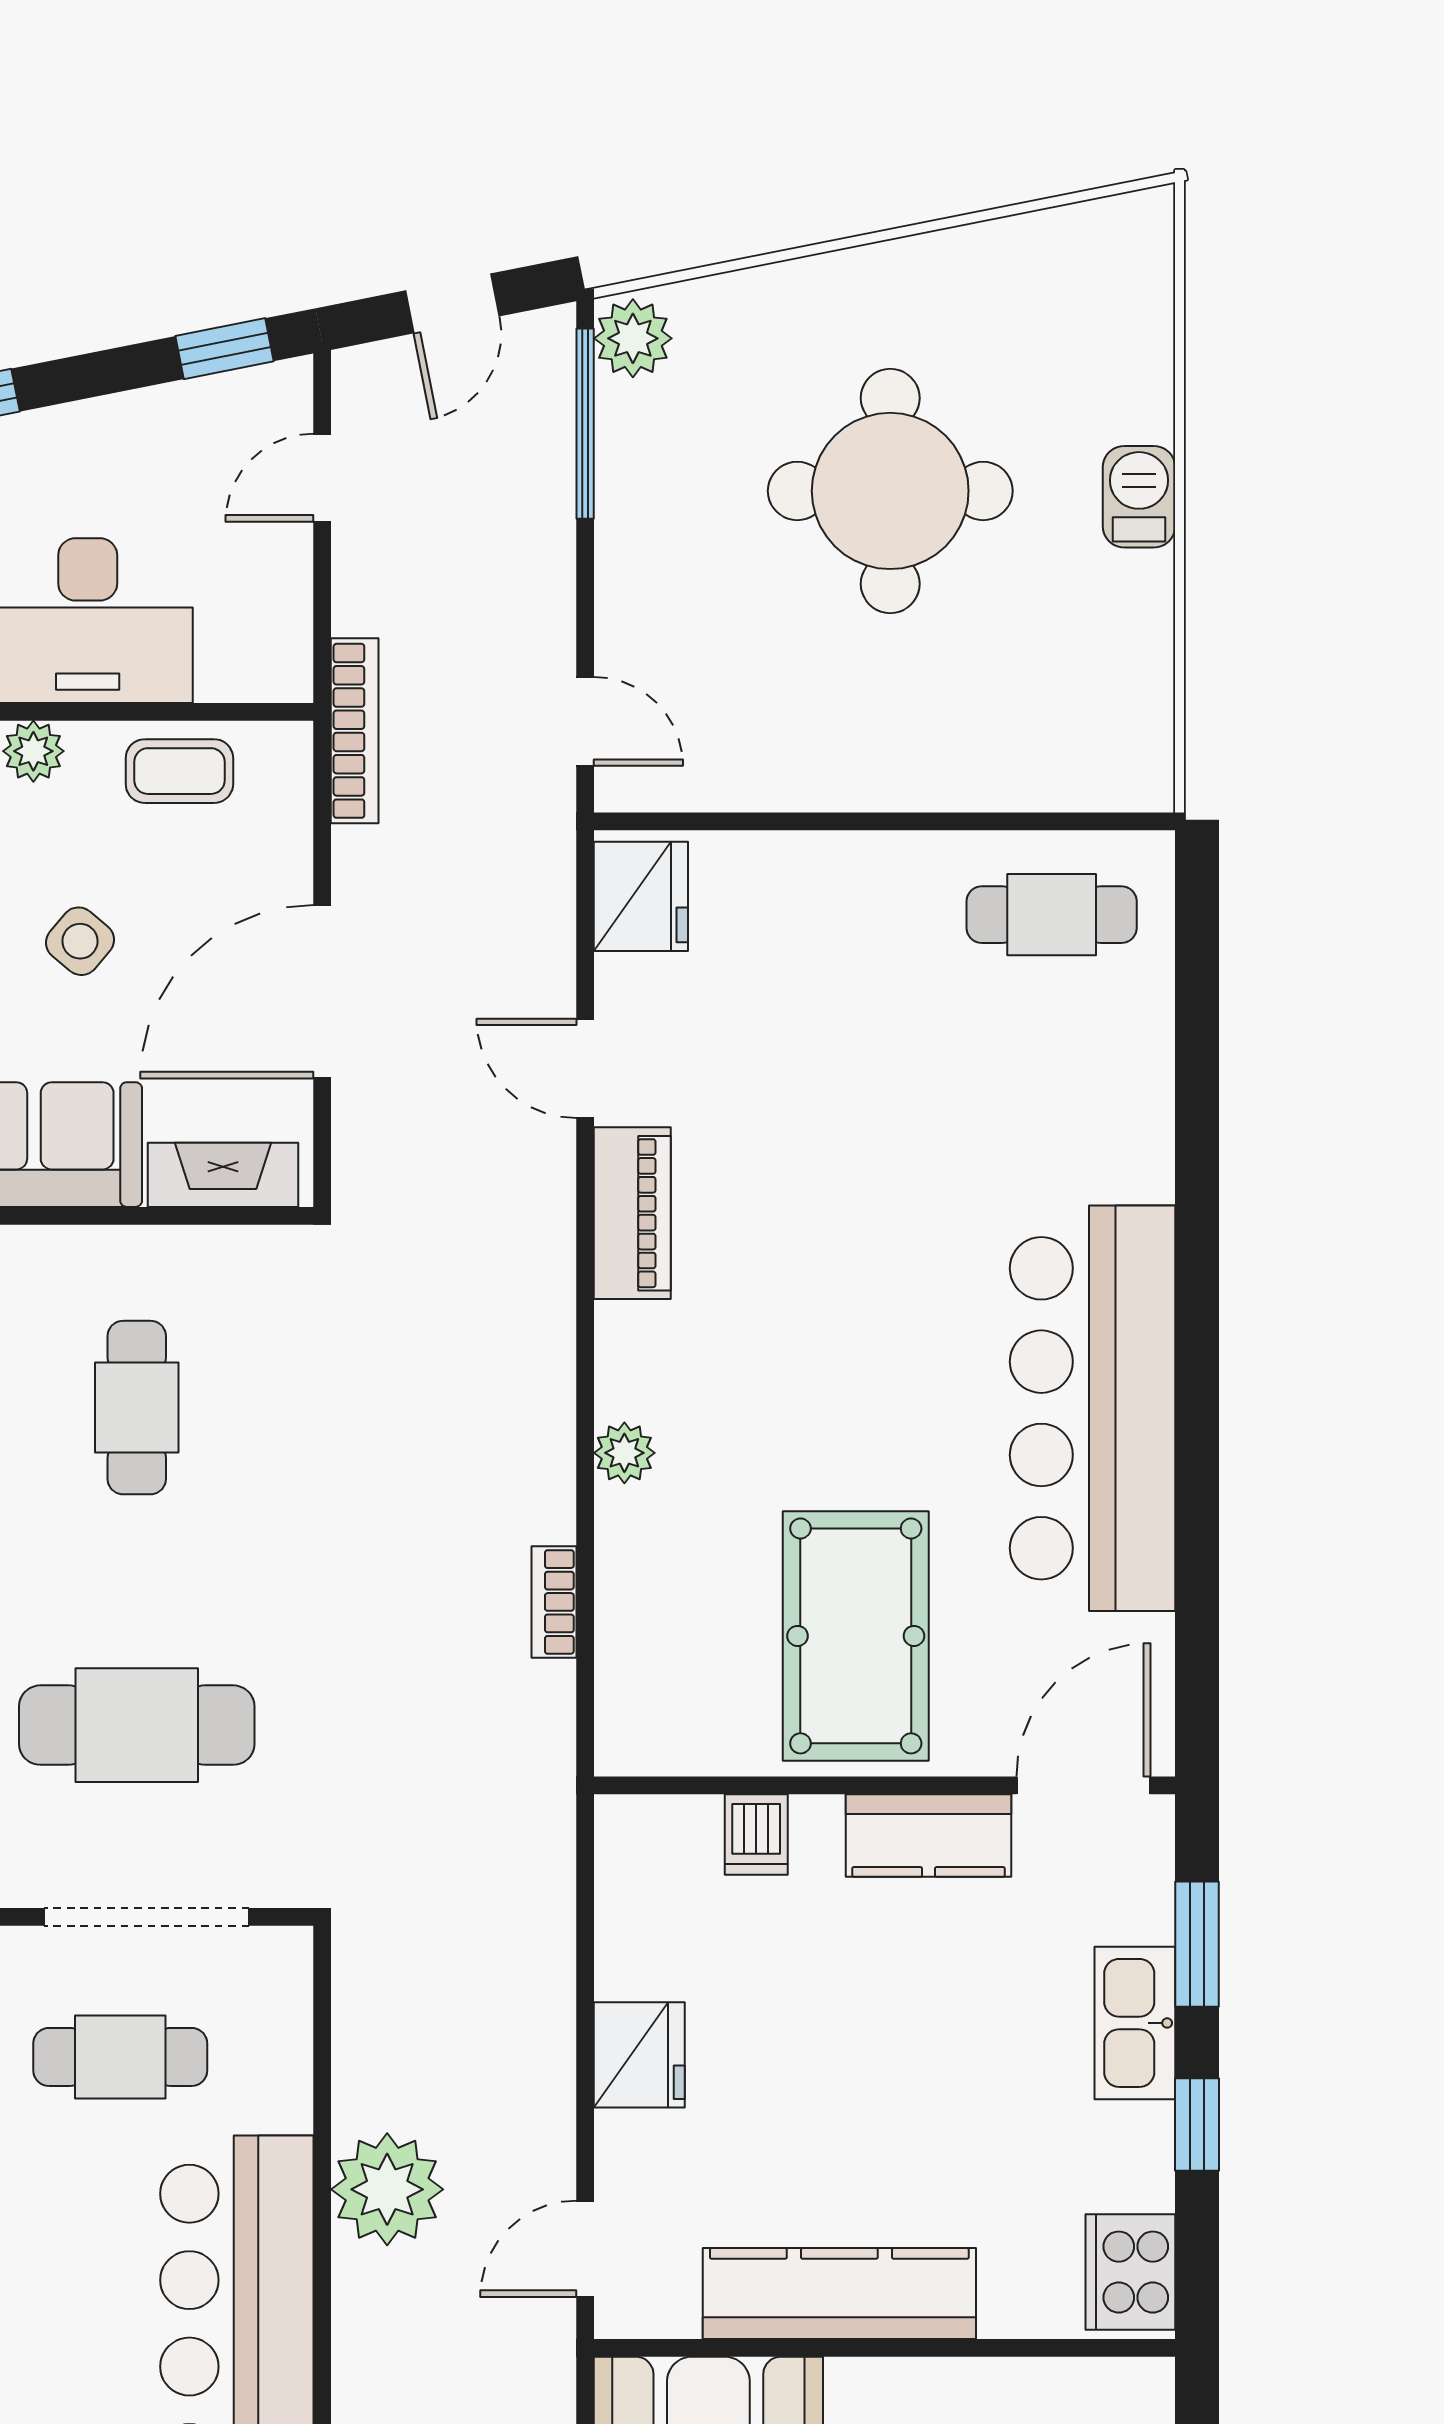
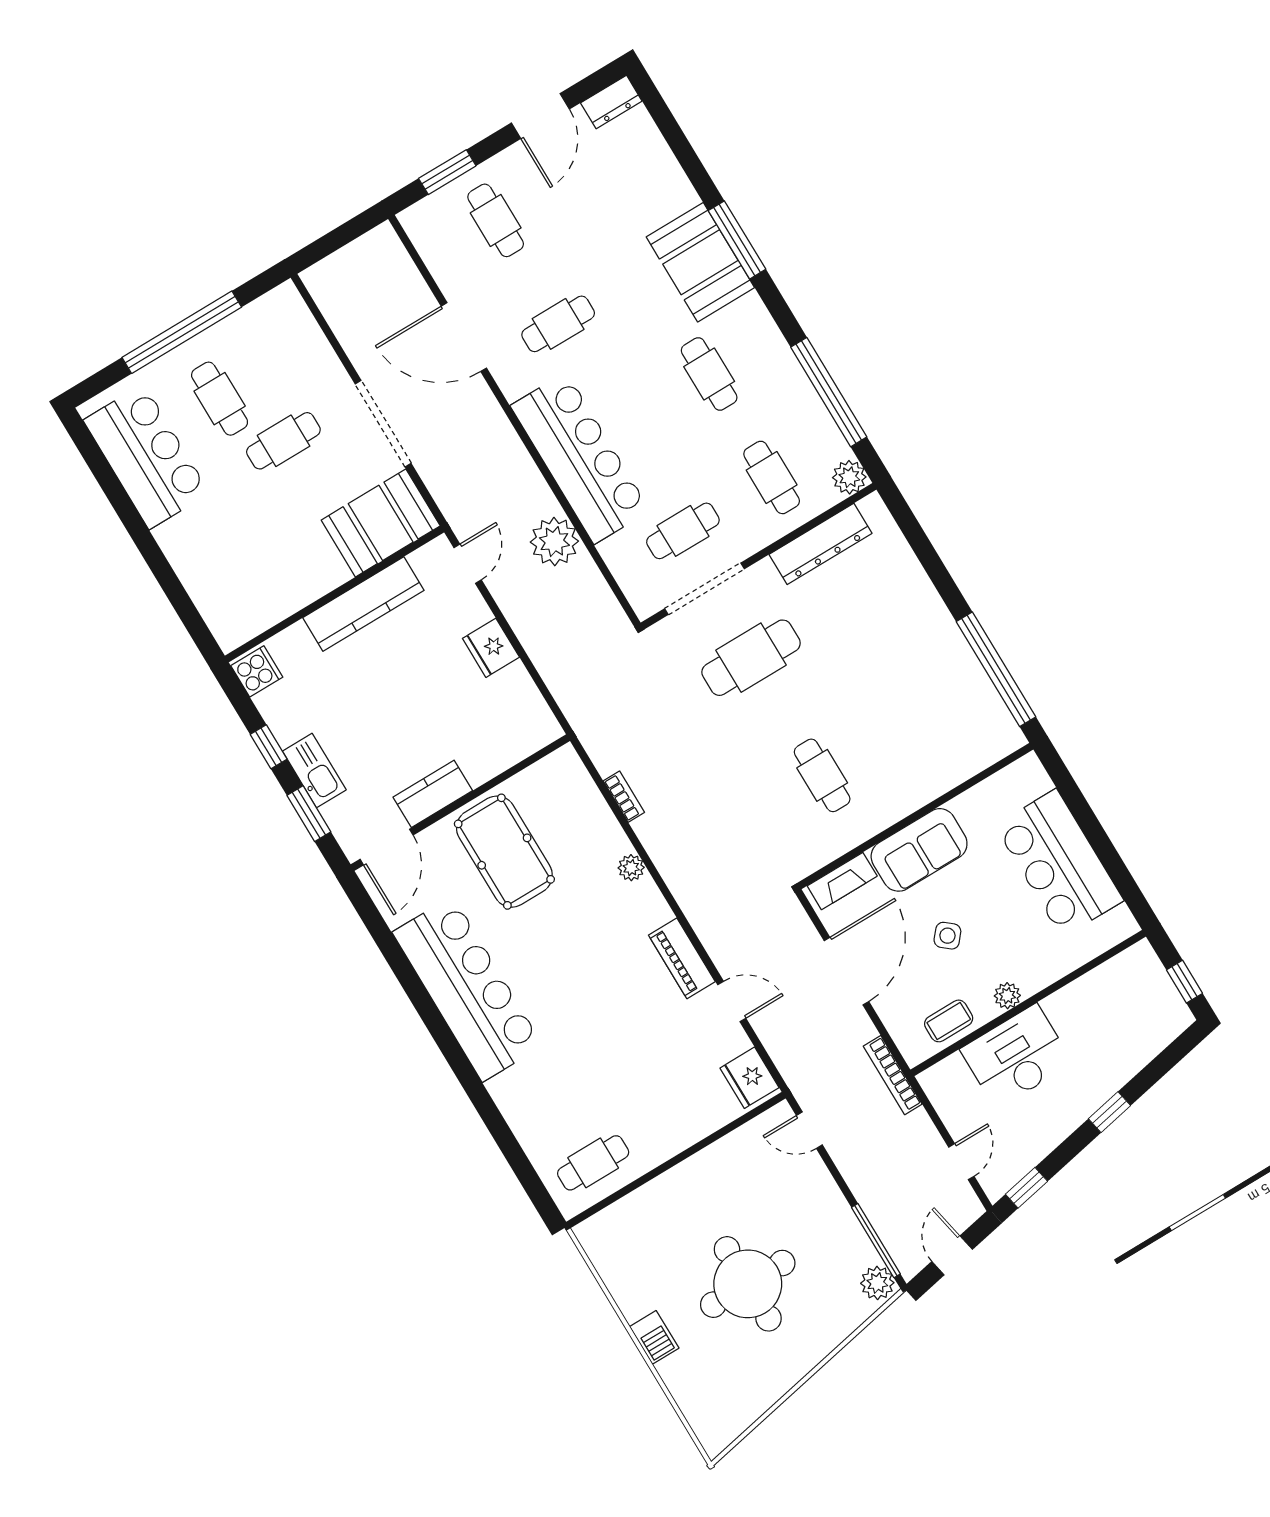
dishwasher: (756, 1835) -> (497, 756), removed
cooker: (1130, 2272) -> (257, 671), width x0.73

